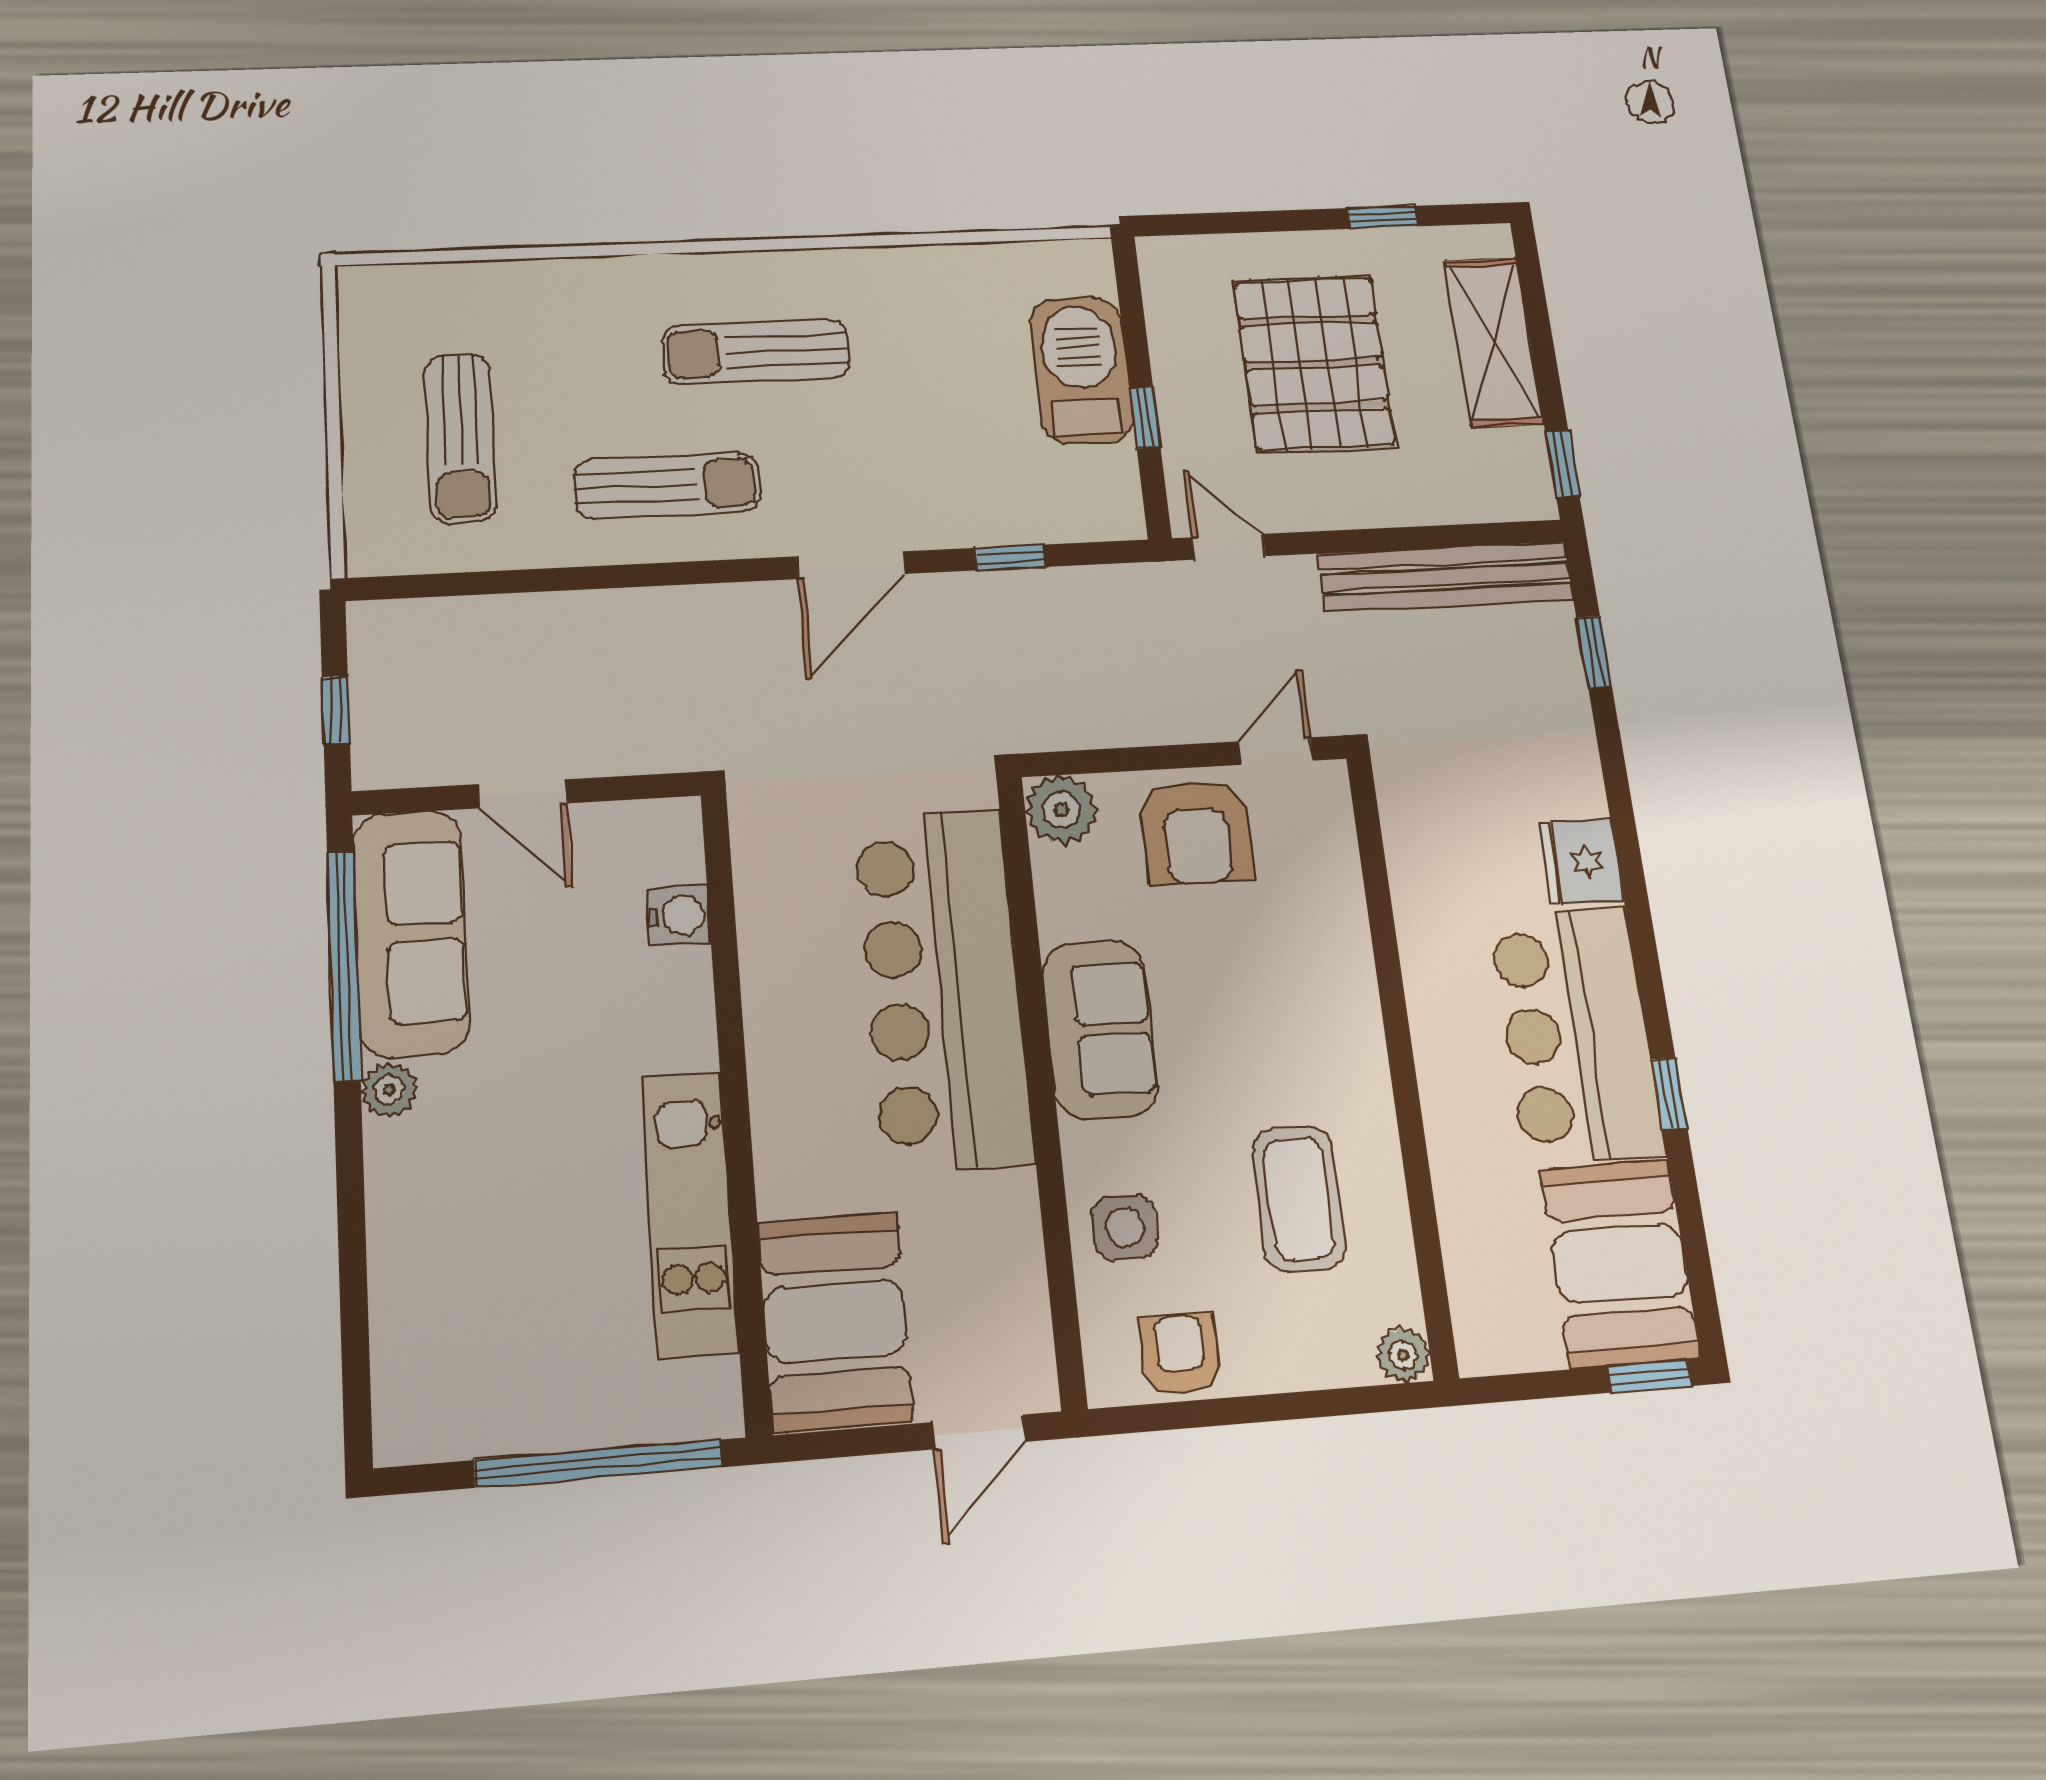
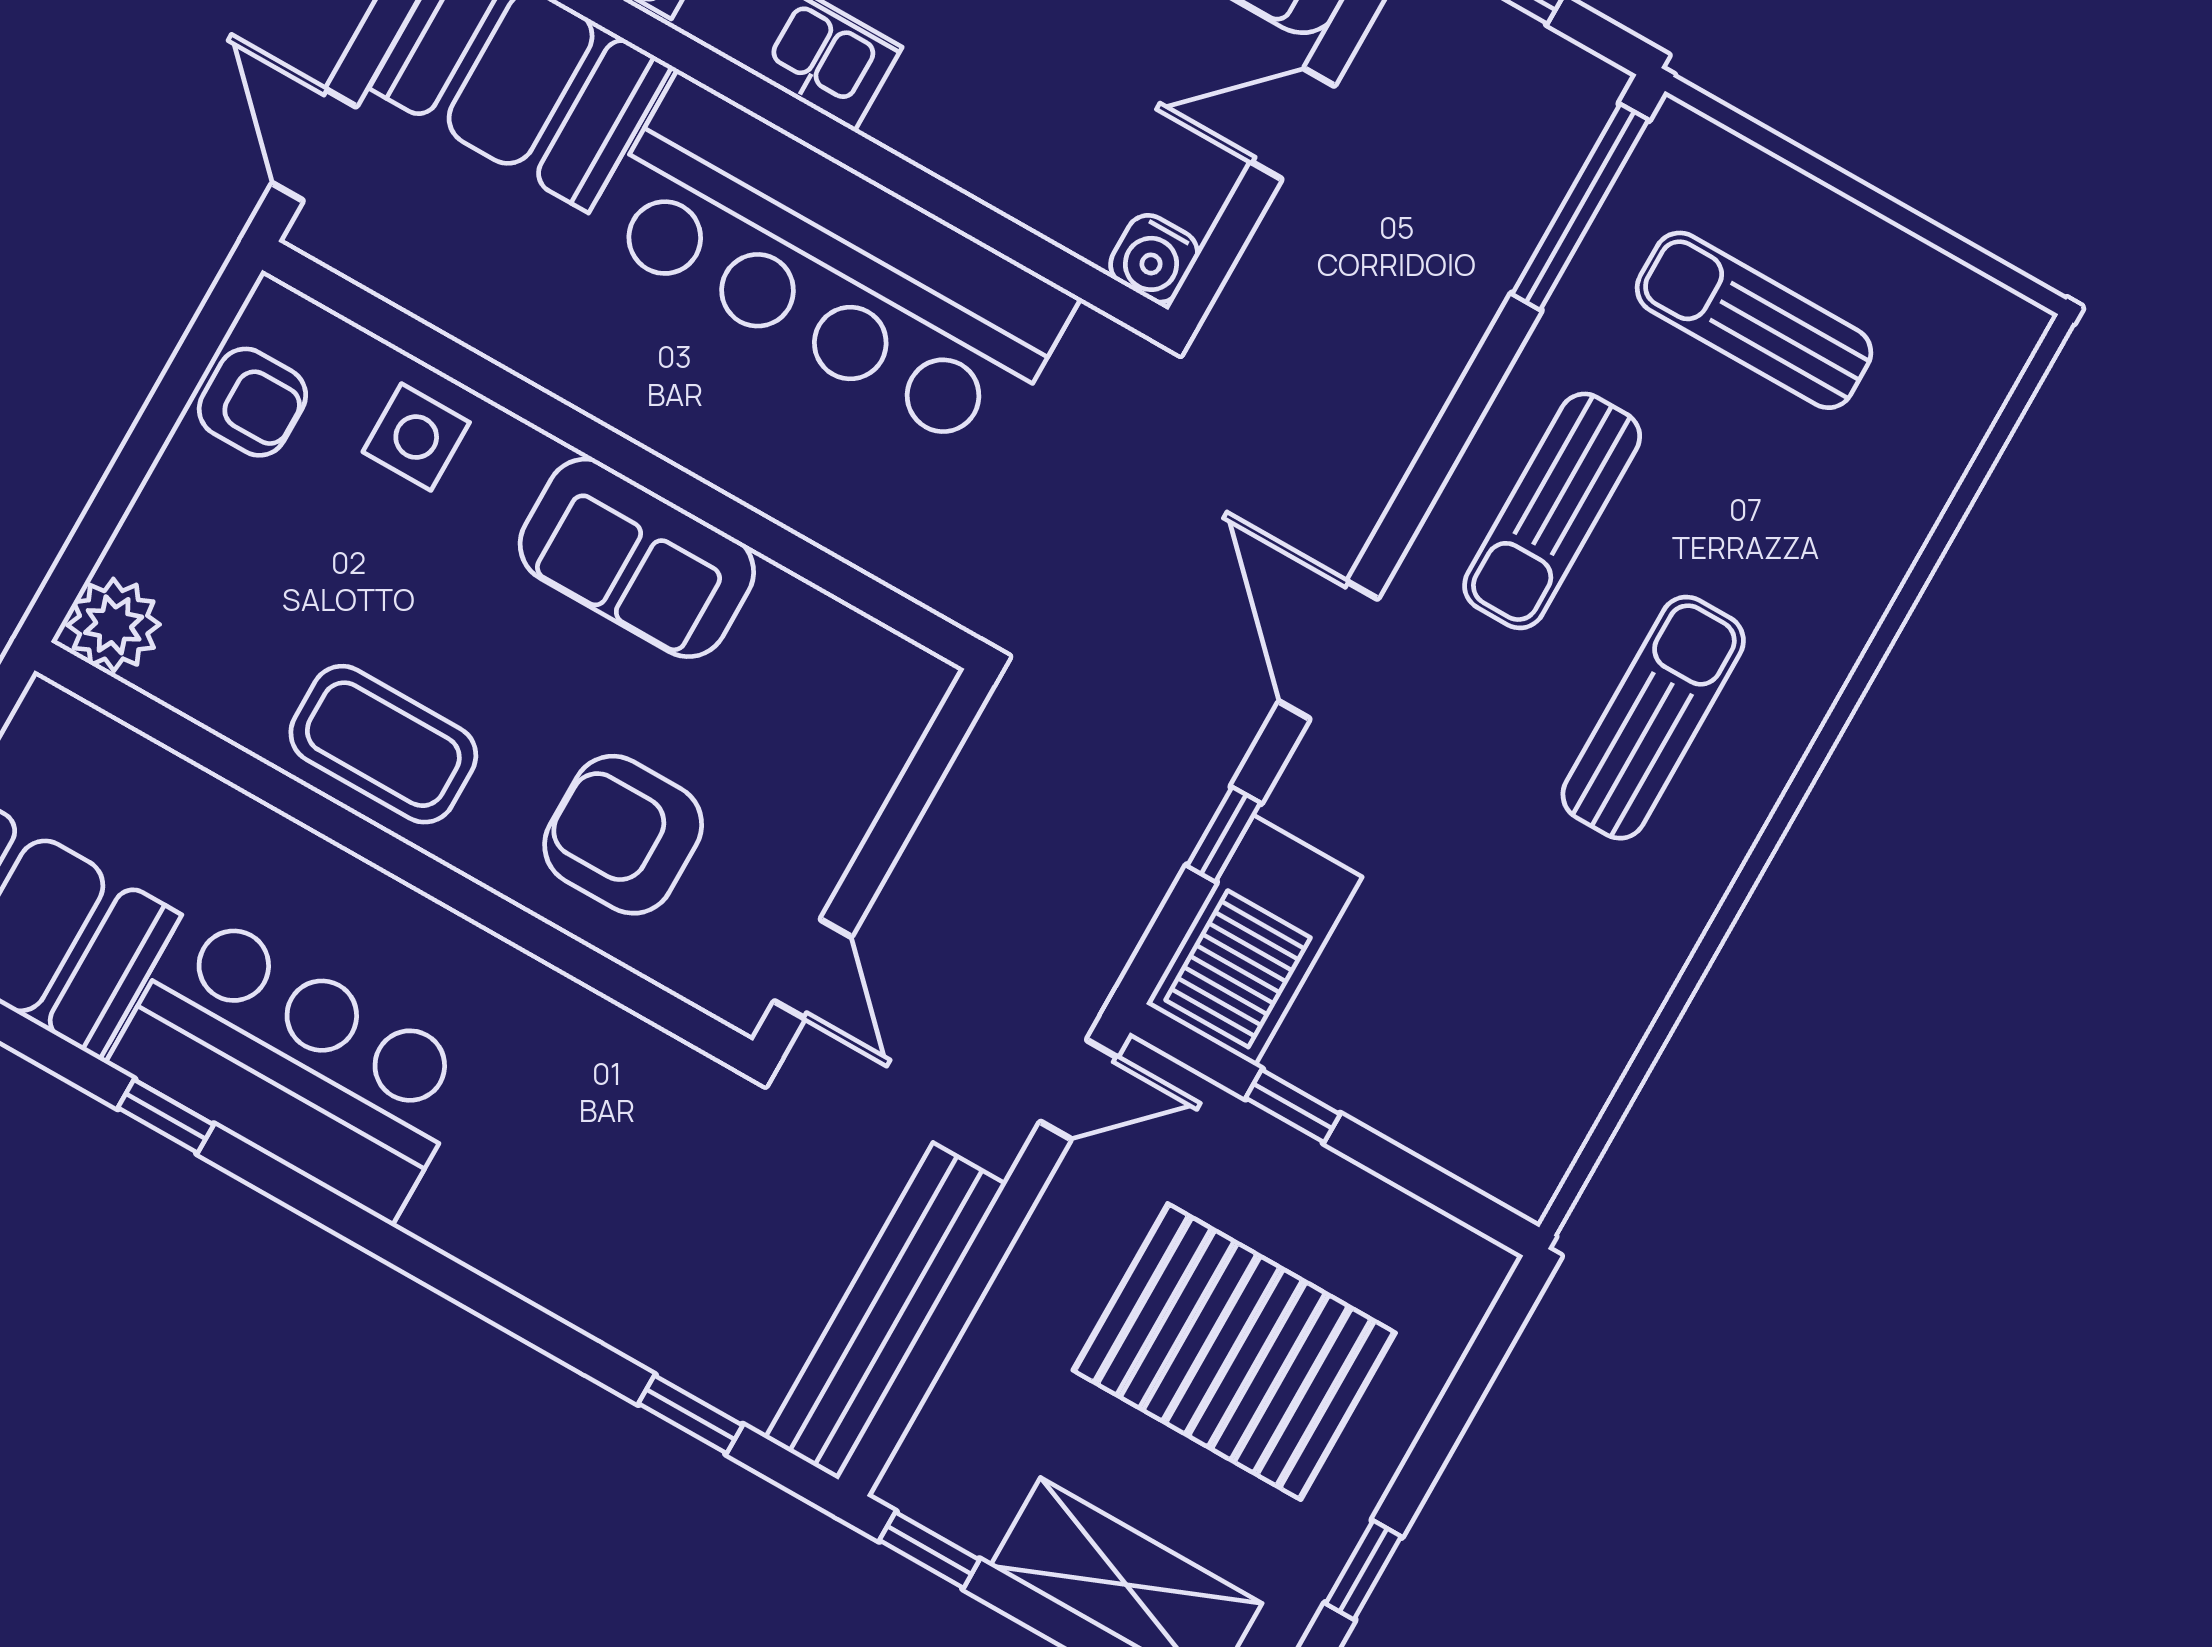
barbecue: (1081, 370) -> (1254, 940), moved, turned 90
window: (457, 584) -> (1580, 207), added
plant: (1061, 810) -> (901, 686), removed
armchair: (1196, 832) -> (623, 835), moved
fridge: (1581, 862) -> (470, 1215), removed
water cooler: (679, 916) -> (1154, 259), moved
bar counter: (943, 988) -> (833, 266), moved, turned 180
coffee table: (1299, 1199) -> (383, 744), moved
plant: (1403, 1355) -> (114, 625), width x1.38, depth x1.38

